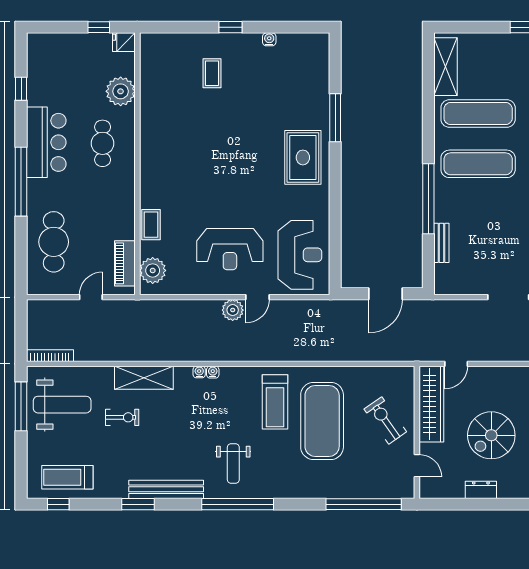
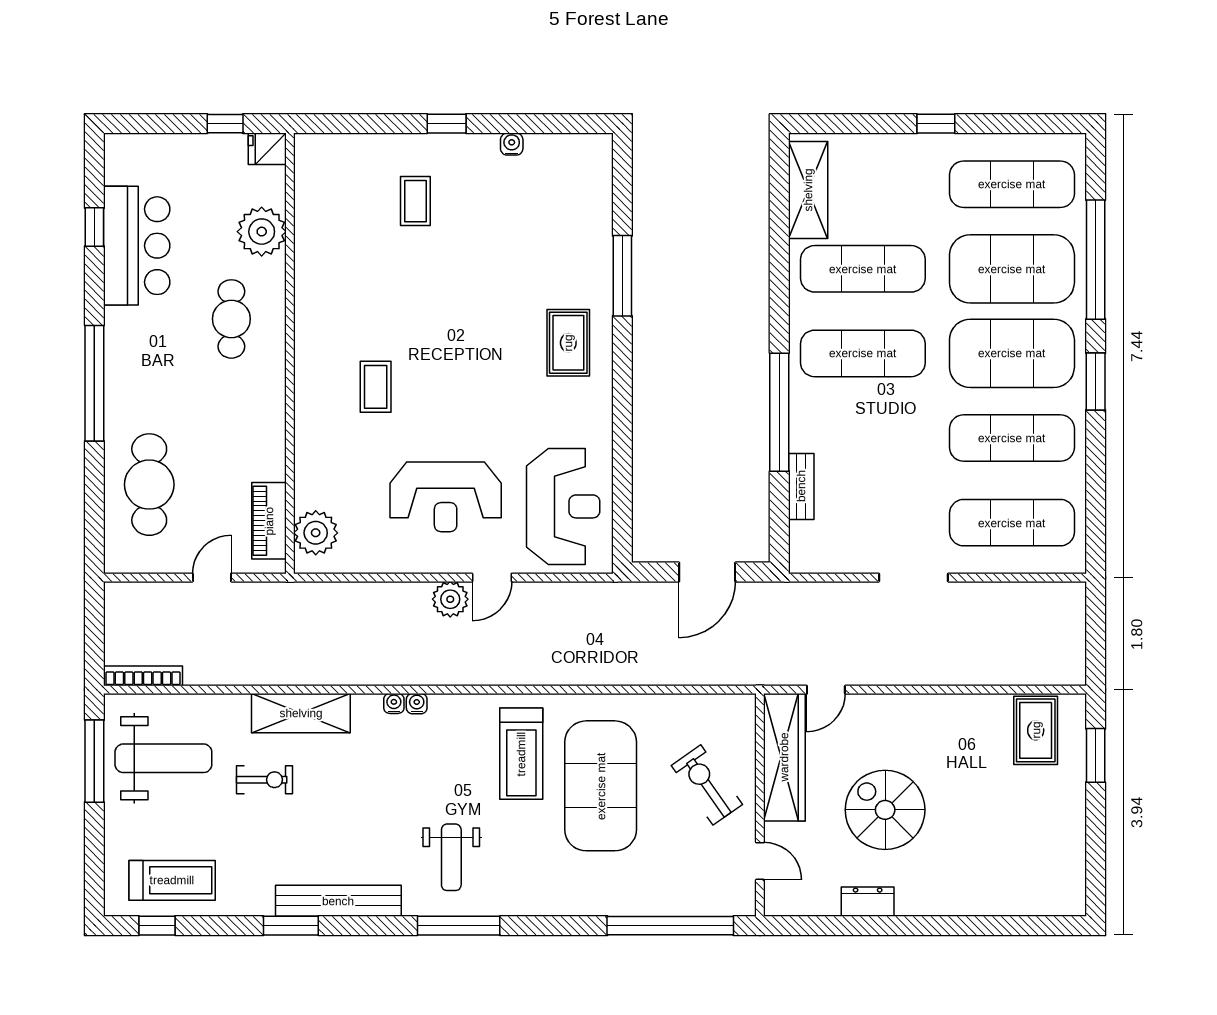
bar counter: (46, 142) -> (137, 246), moved
rug: (303, 157) -> (568, 343), width x0.73, depth x0.70
coffee table: (151, 225) -> (376, 387), moved
spiral stairs: (491, 435) -> (885, 810), turned 90
treadmill: (67, 477) -> (172, 880), turned 180
window: (238, 504) -> (459, 926), width x0.68

